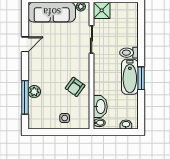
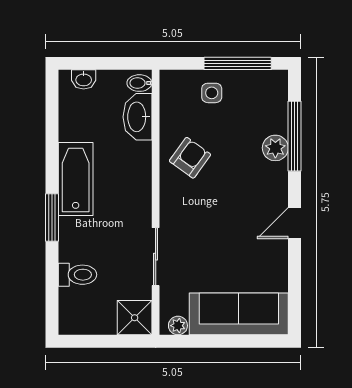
door: (25, 44) -> (295, 223), moved
toilet: (129, 53) -> (77, 275), moved
window: (141, 78) -> (52, 217), moved
window: (52, 132) -> (238, 63), added

